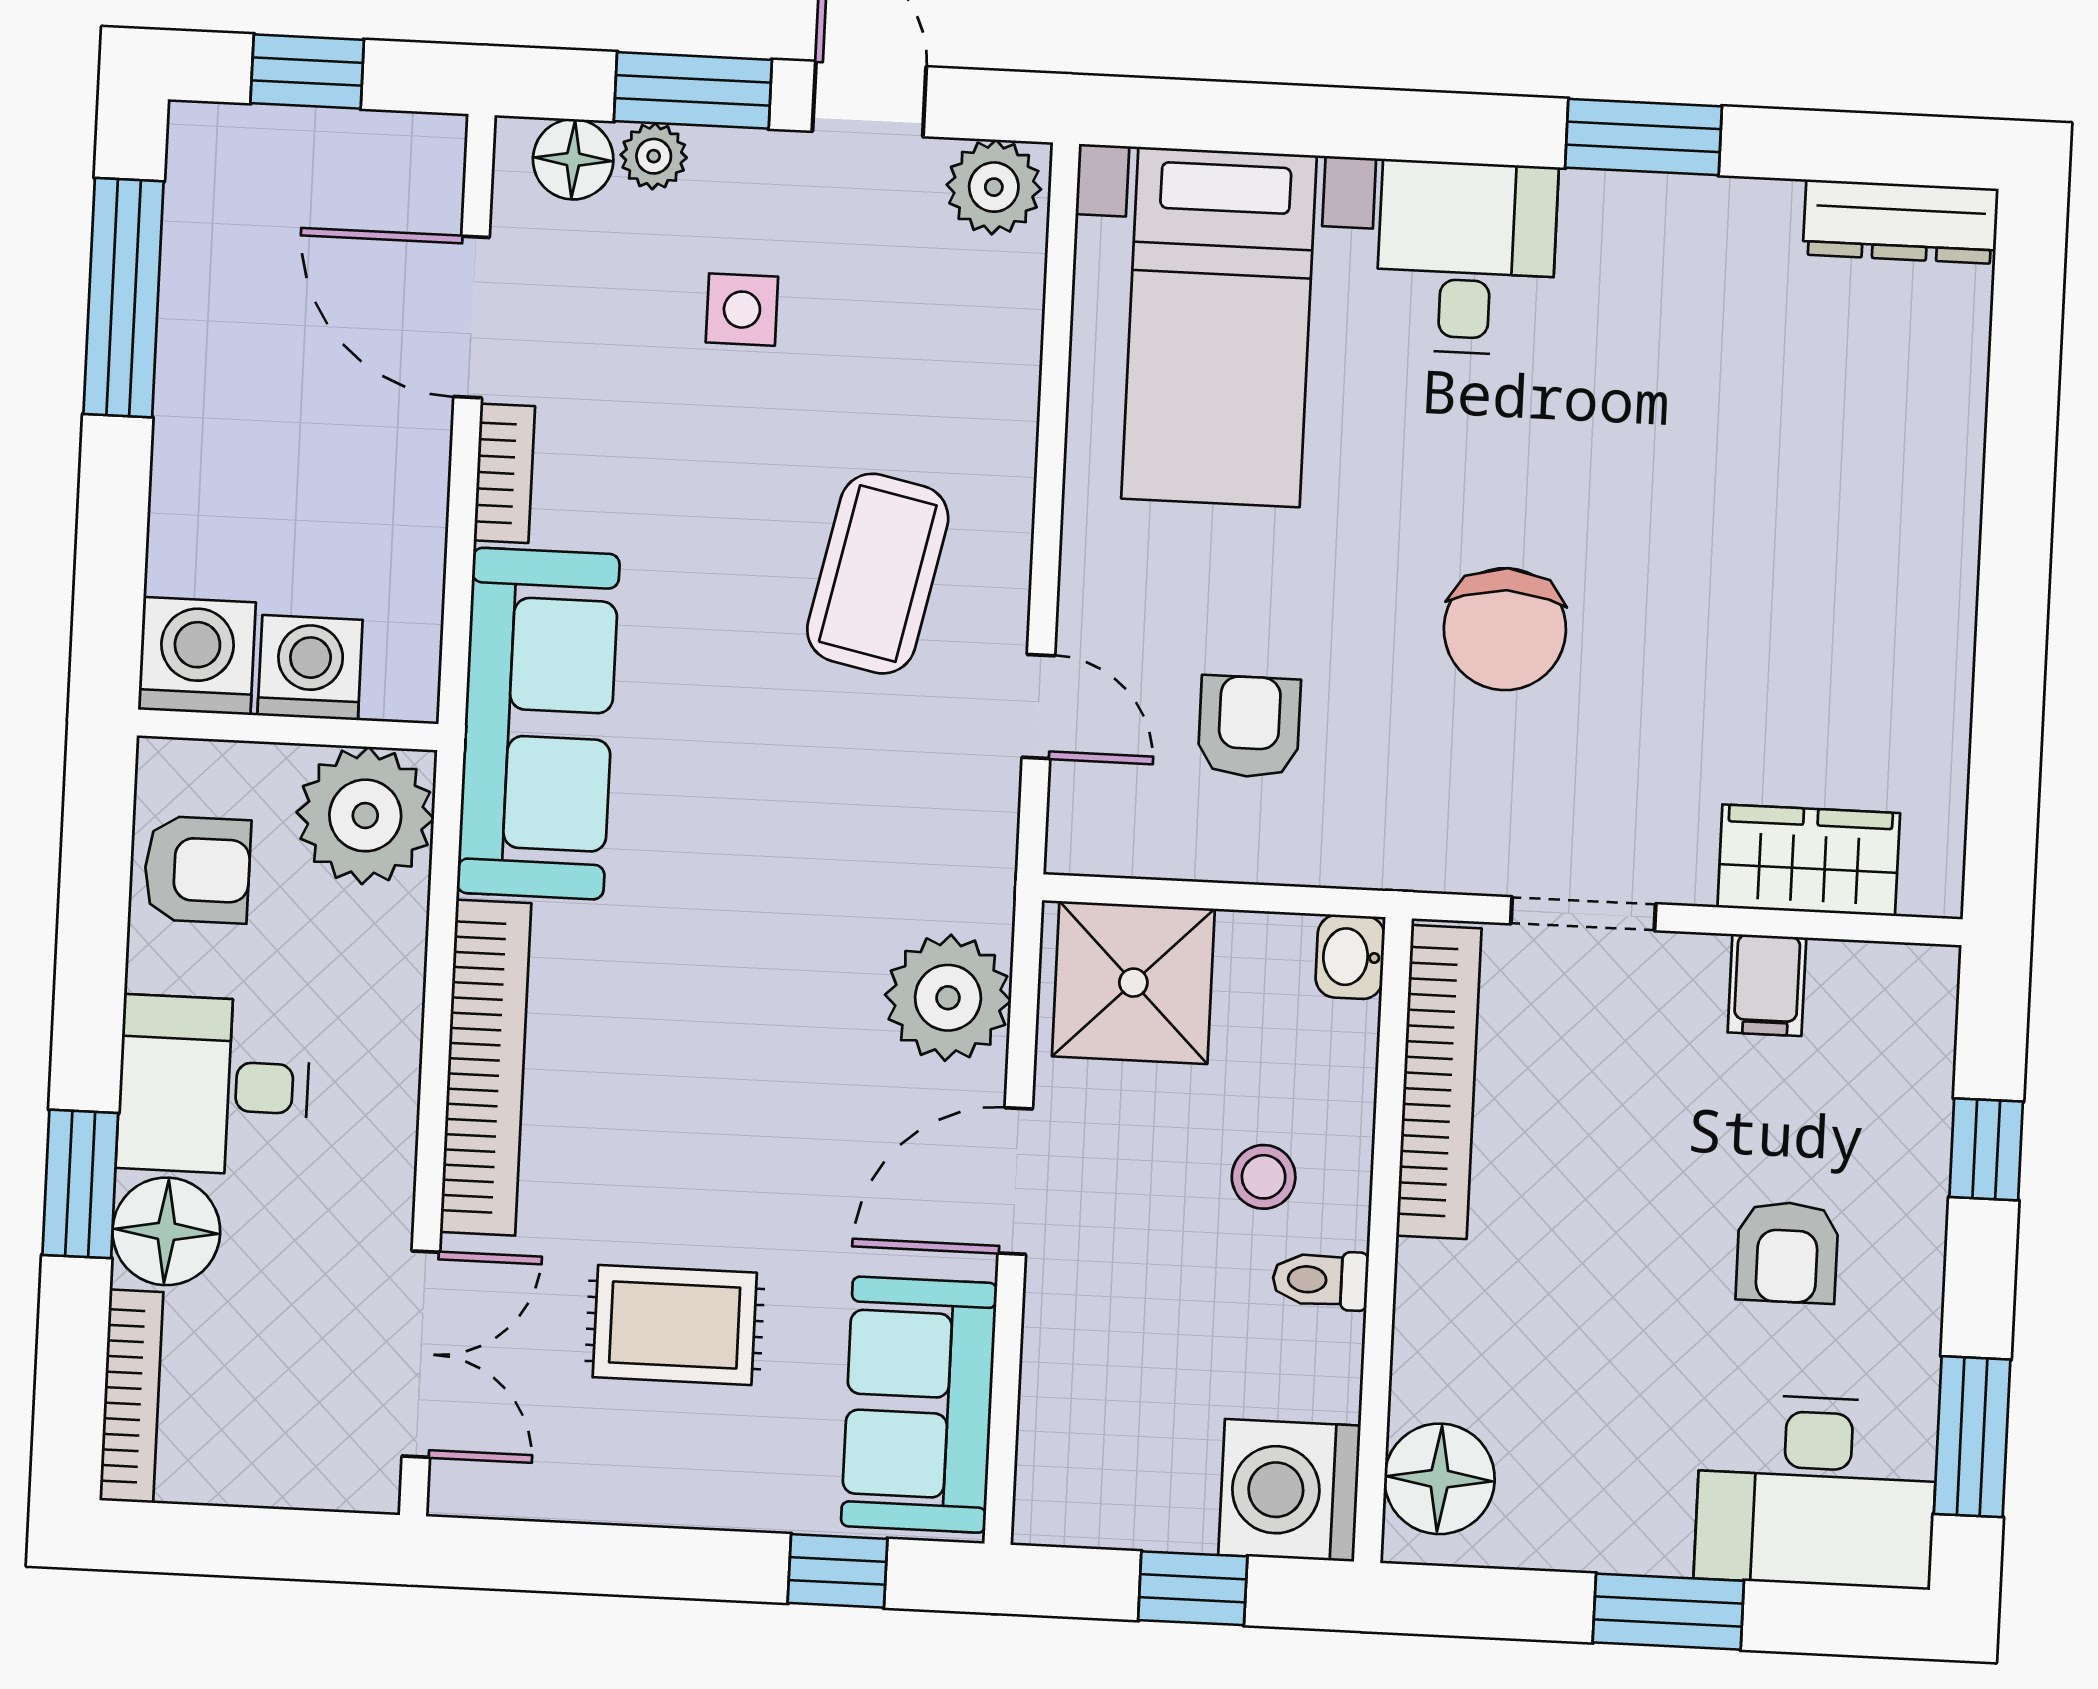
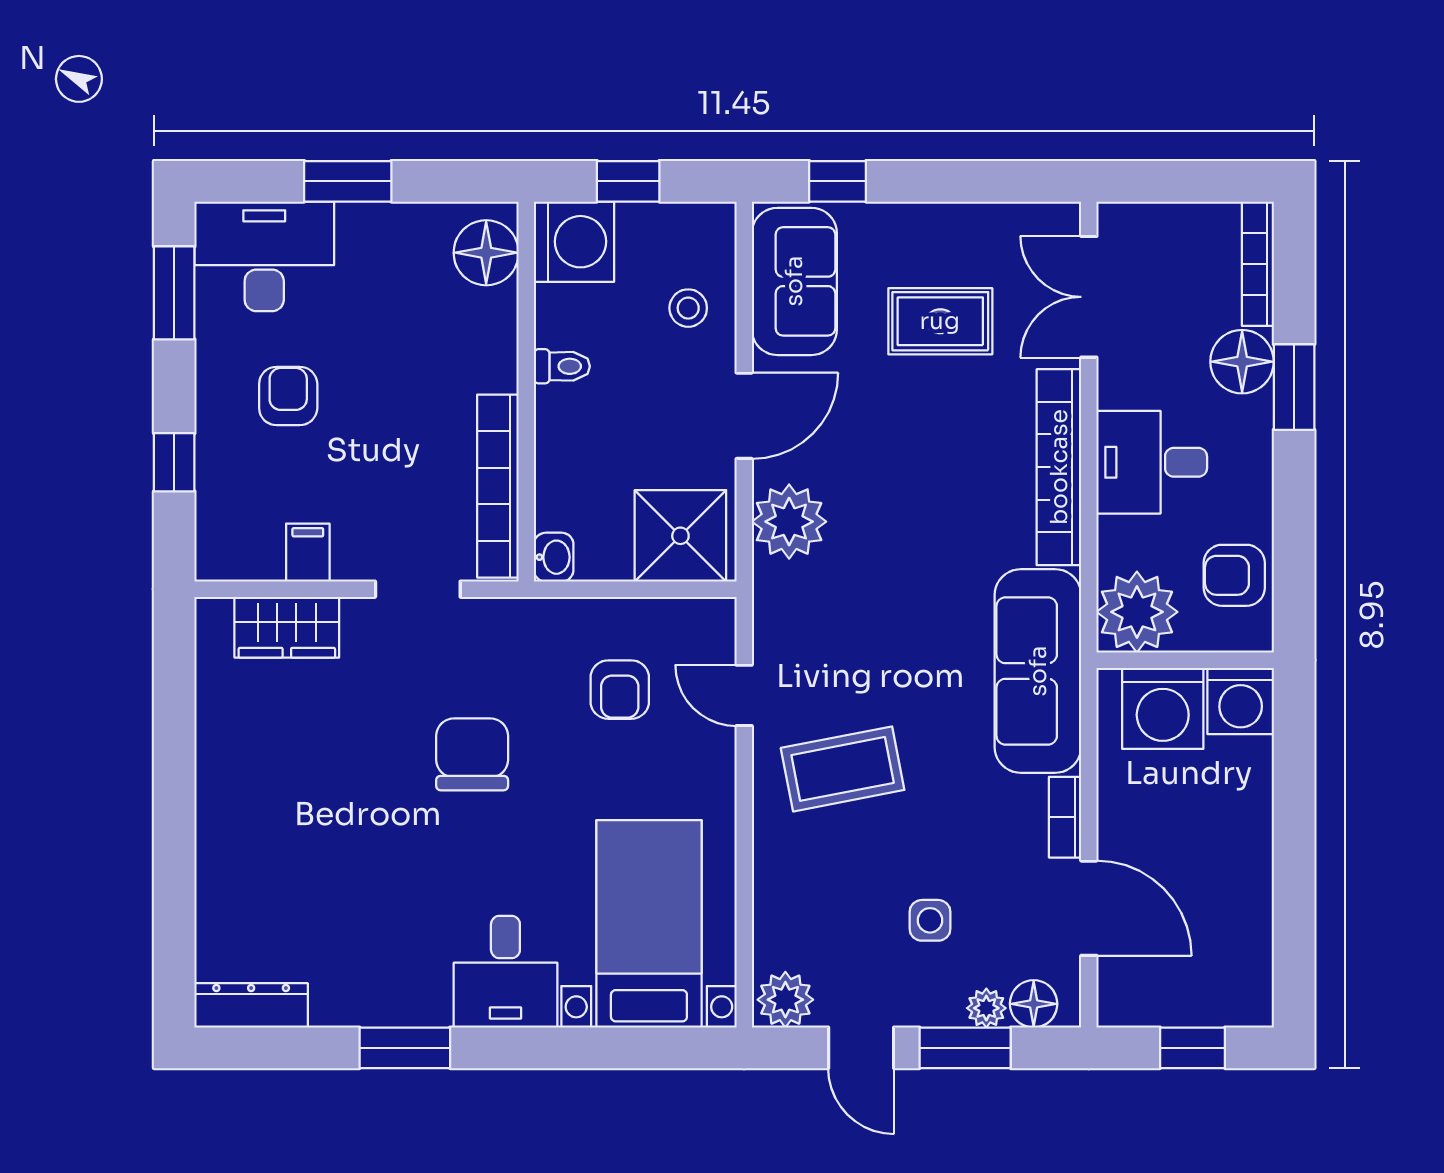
window: (124, 298) -> (1294, 910), removed
coffee table: (878, 574) -> (843, 769), turned 67
washing machine: (310, 668) -> (1163, 708), width x1.37, depth x1.37
desk: (214, 1086) -> (1152, 462), moved, turned 180
stool: (1264, 1177) -> (688, 308), moved

